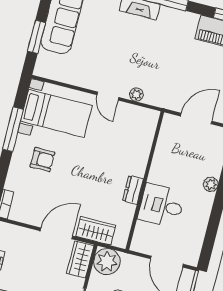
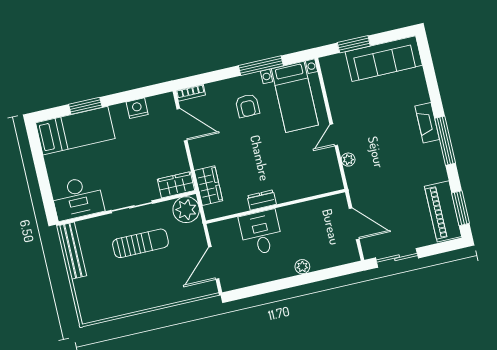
door: (56, 233) -> (182, 125), moved

